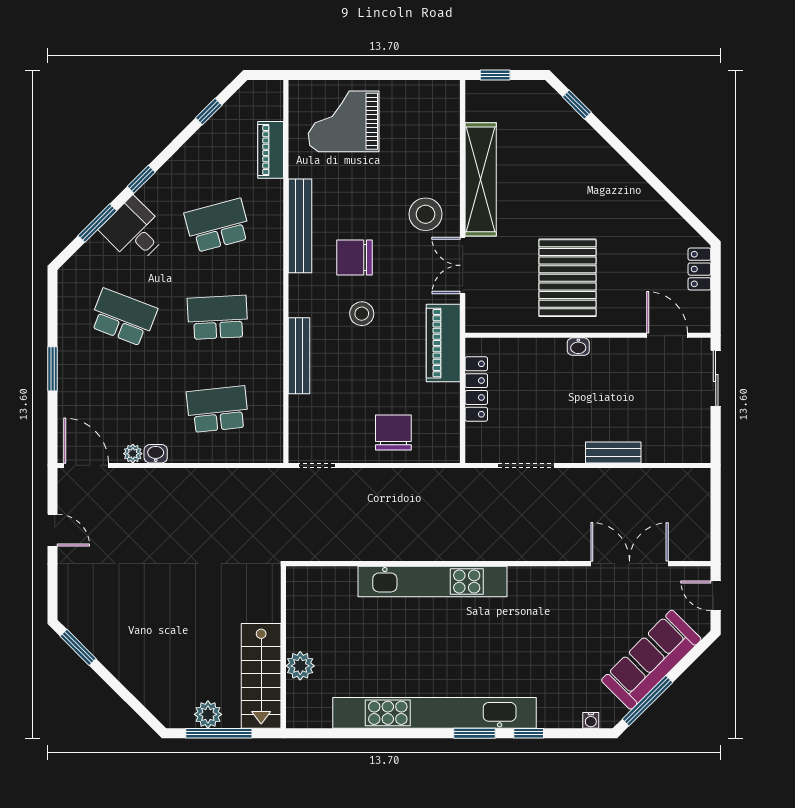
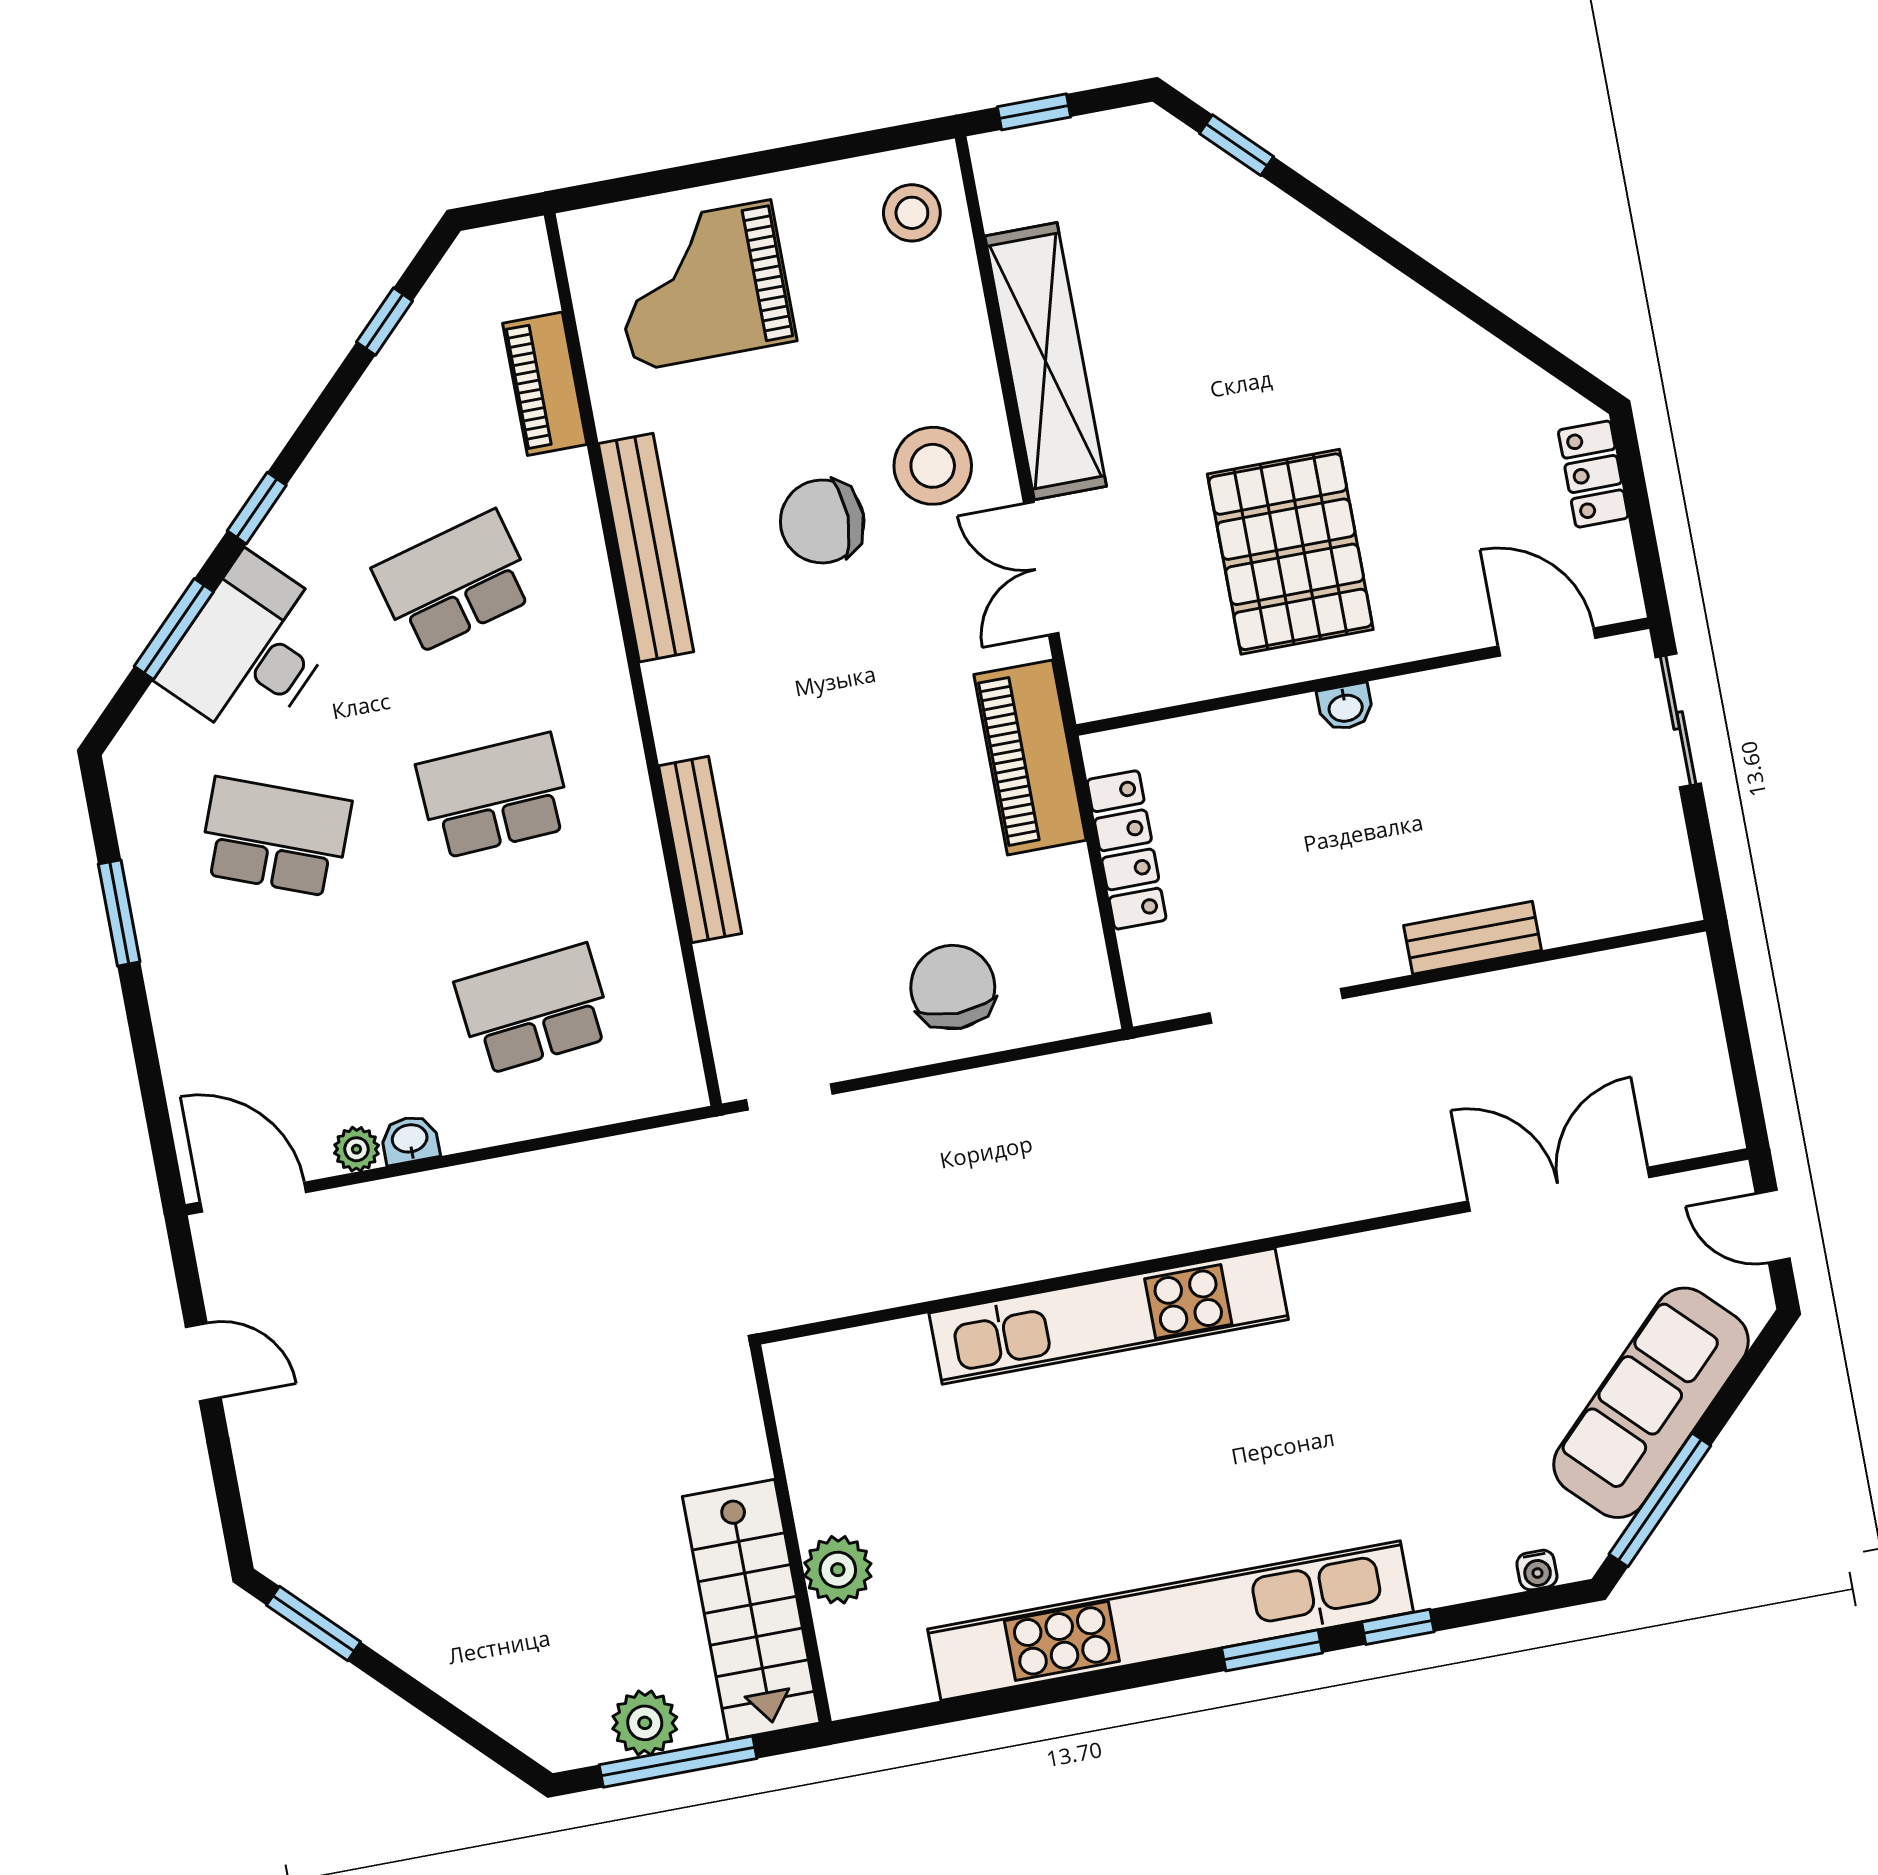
desk: (134, 231) -> (251, 650), width x1.37
chair: (355, 257) -> (822, 521), moved
stool: (362, 314) -> (912, 213), moved
window: (52, 369) -> (119, 913), moved

